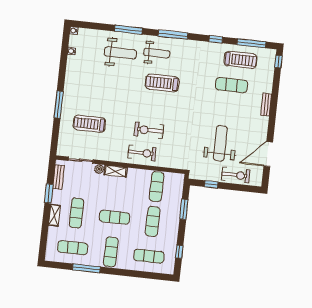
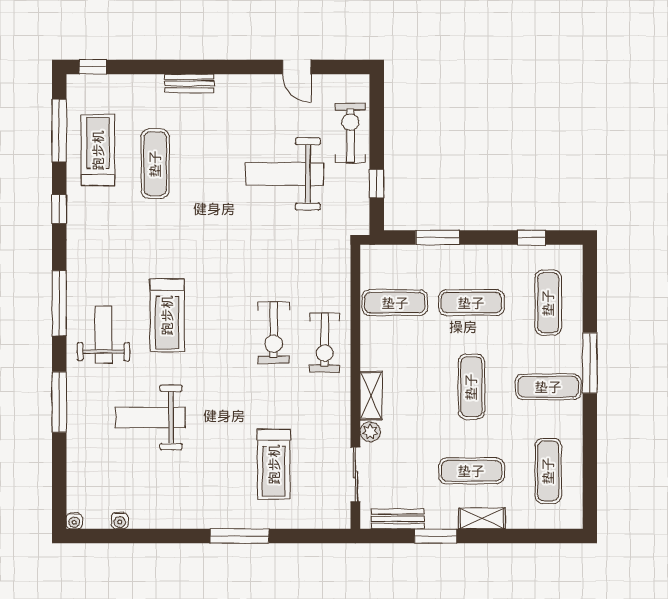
weight bench: (120, 53) -> (150, 417), moved, turned -90
exercise bike: (142, 153) -> (325, 342), turned 180
door: (268, 154) -> (297, 67), width x0.53
window: (86, 268) -> (590, 363), moved

